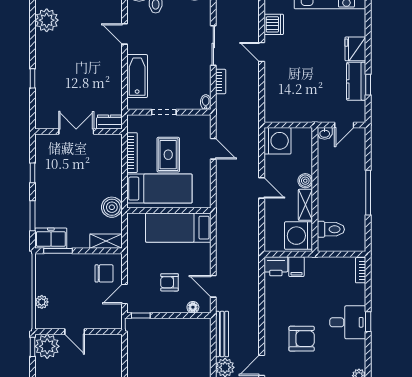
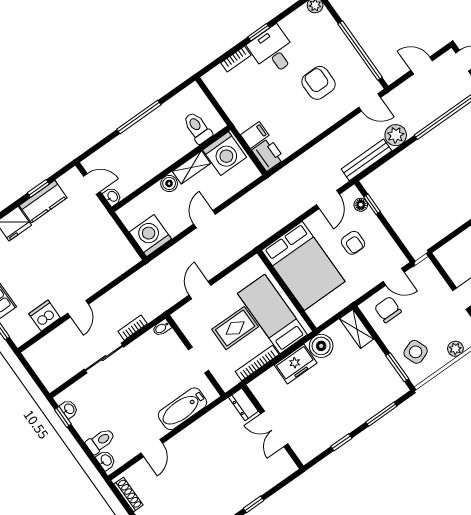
bed: (178, 228) -> (303, 266), width x1.50
freezer: (51, 238) -> (296, 364), moved, turned -90
bookcase: (361, 270) -> (236, 59), moved
side table: (60, 272) -> (416, 352), added
window: (141, 315) -> (372, 204), moved

